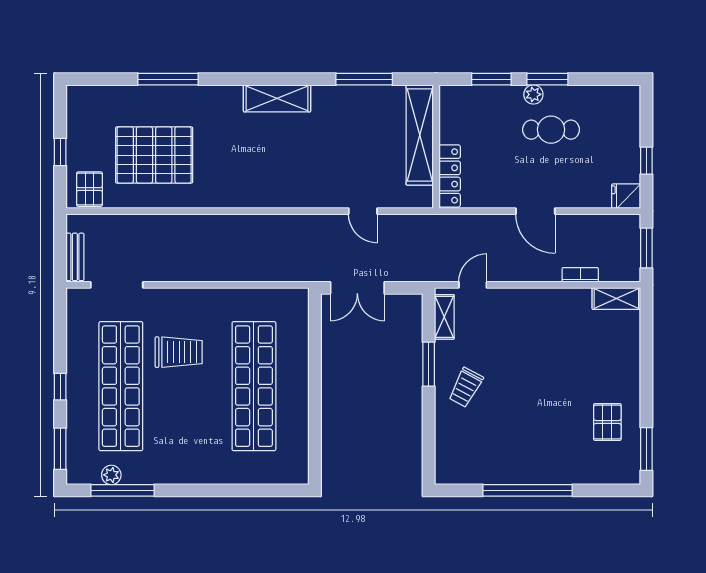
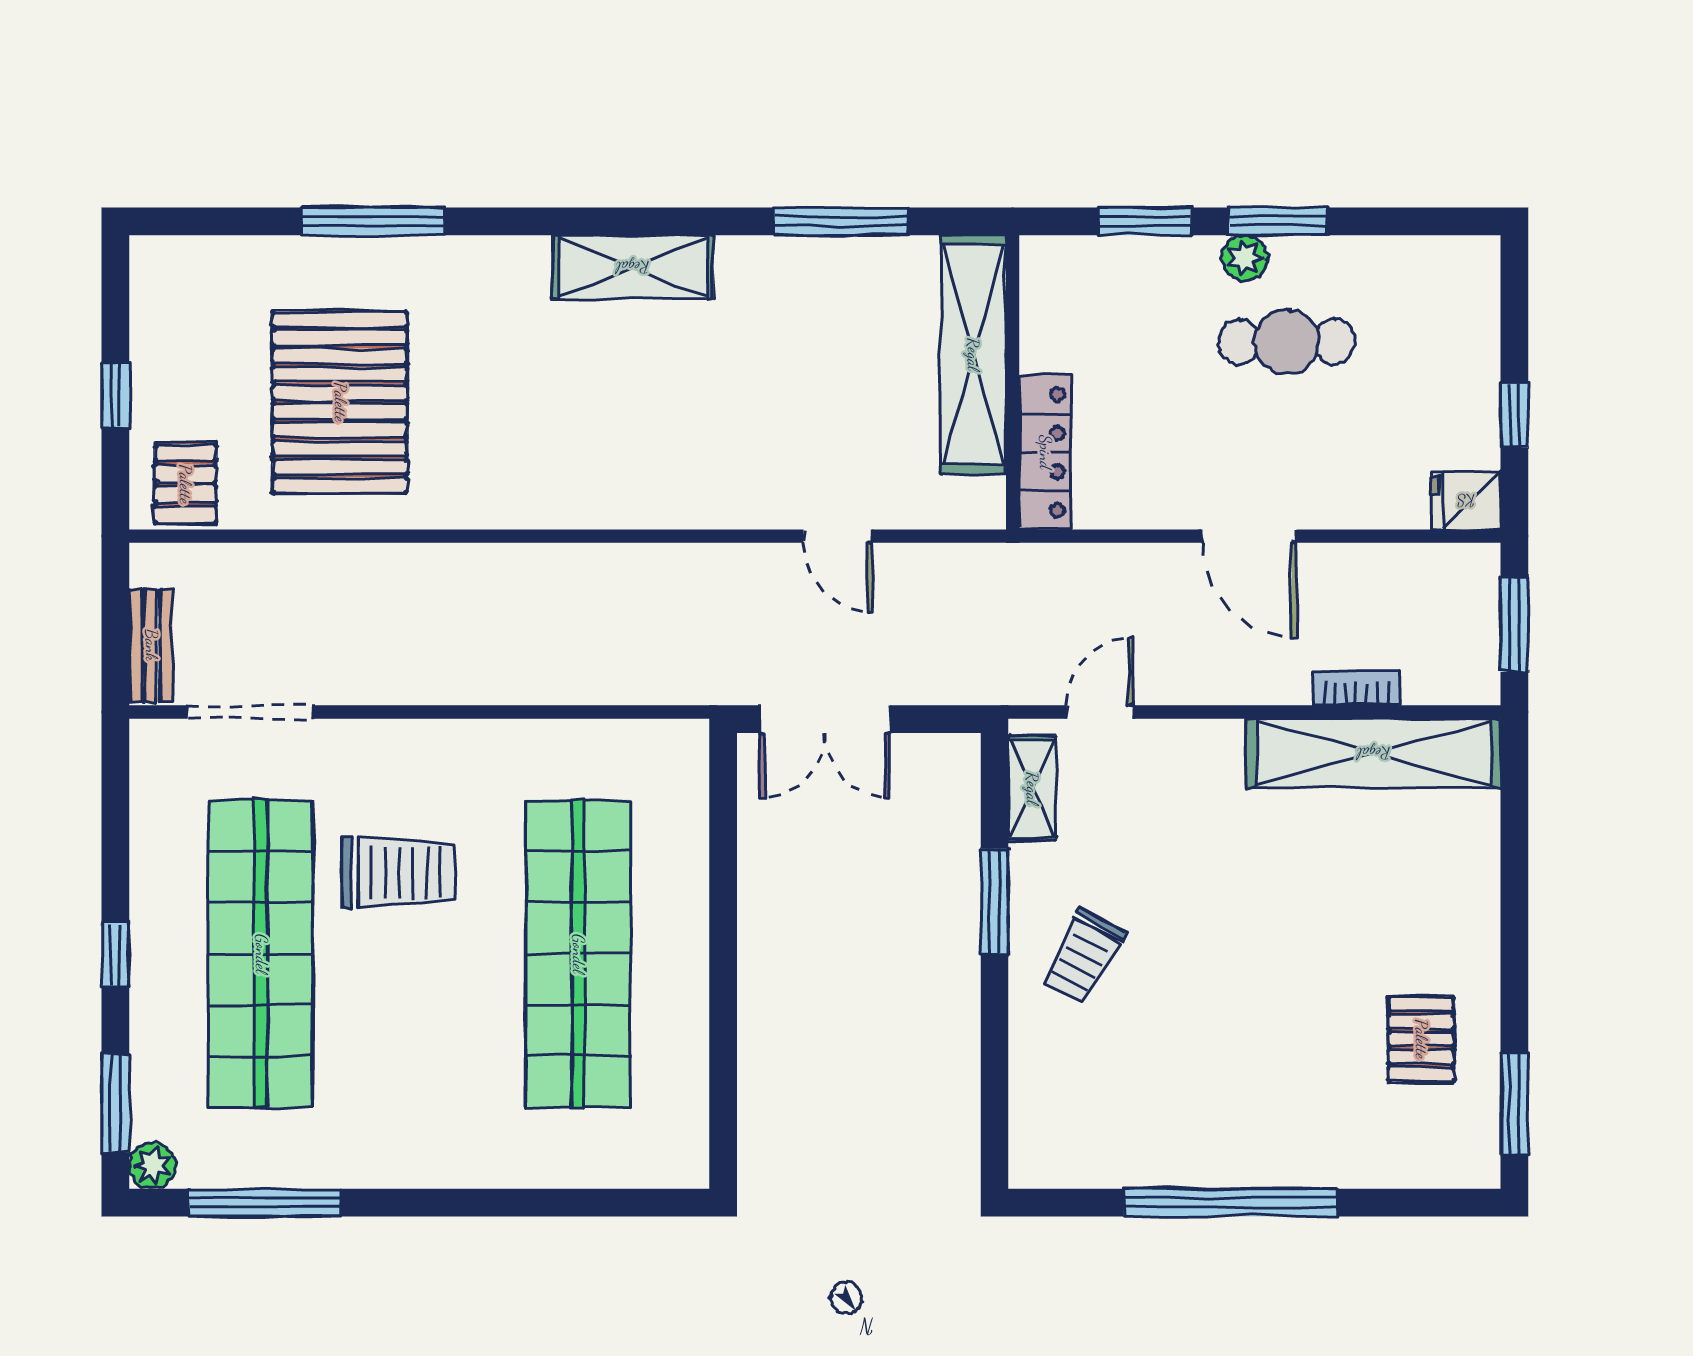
pallet: (154, 155) -> (340, 402), turned 90
shelving: (616, 298) -> (1374, 753), width x2.20, depth x1.33
plant: (111, 475) -> (152, 1166), moved

